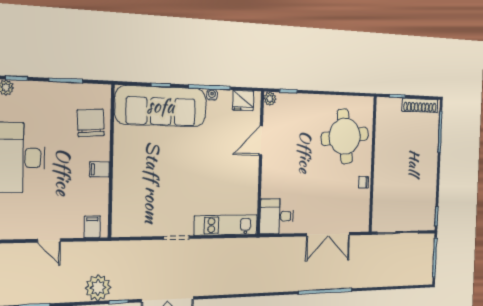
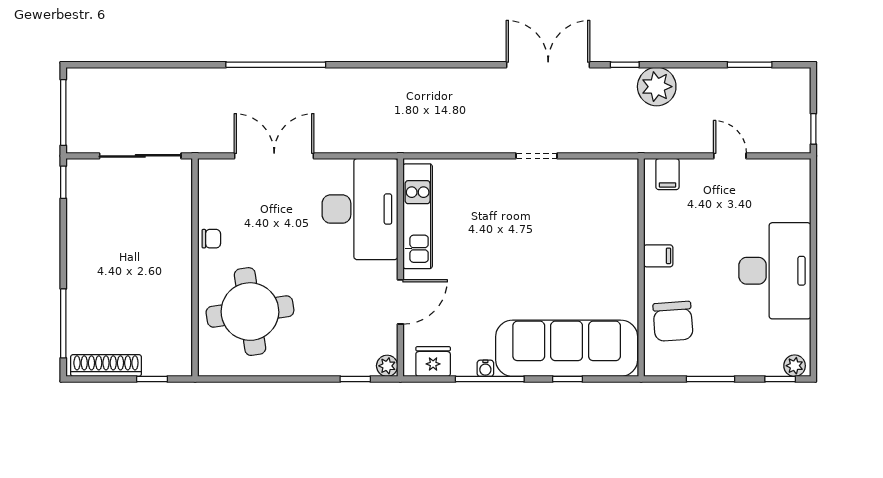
desk: (277, 216) -> (360, 209), width x1.87, depth x1.30
kitchen unit: (226, 225) -> (418, 216), moved, turned -90

